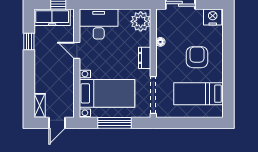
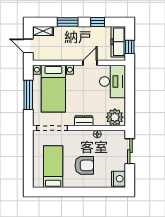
window: (29, 77) -> (68, 22), added

